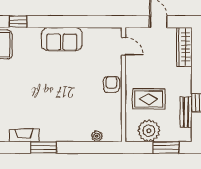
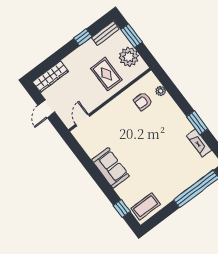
armchair: (111, 84) -> (143, 101), moved
bench: (186, 112) -> (105, 33), moved

